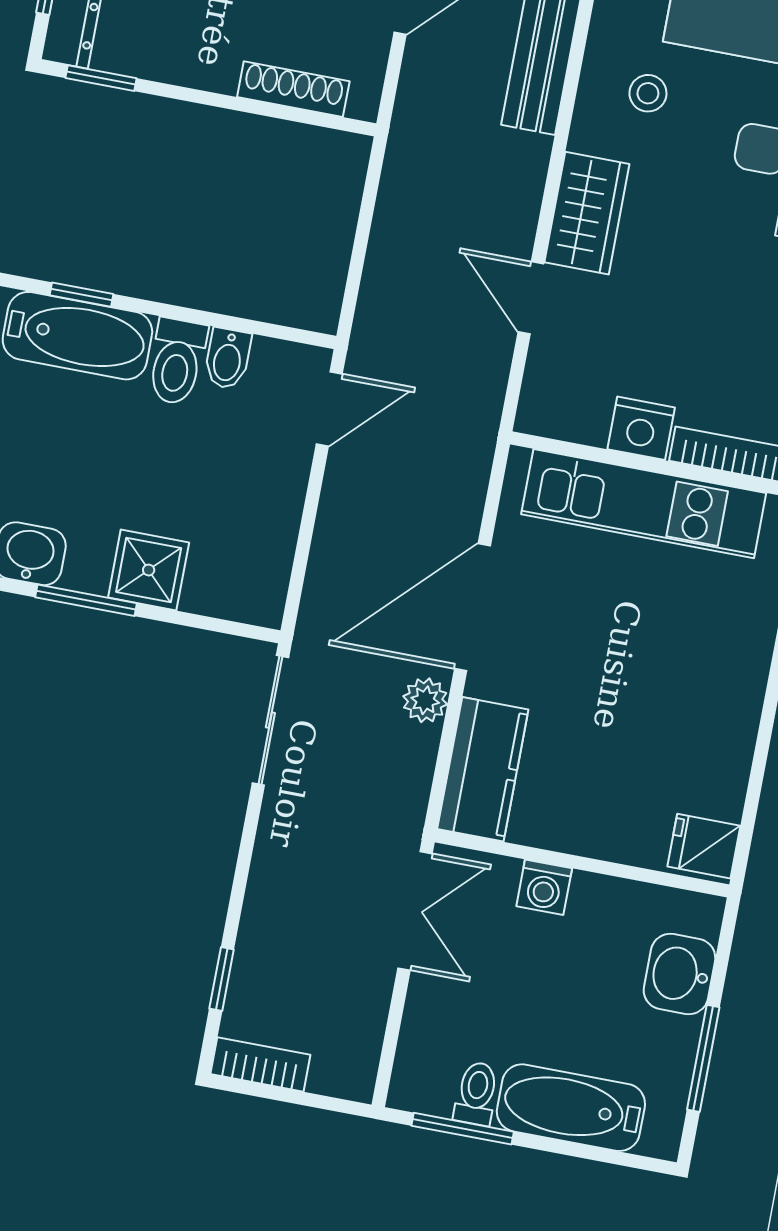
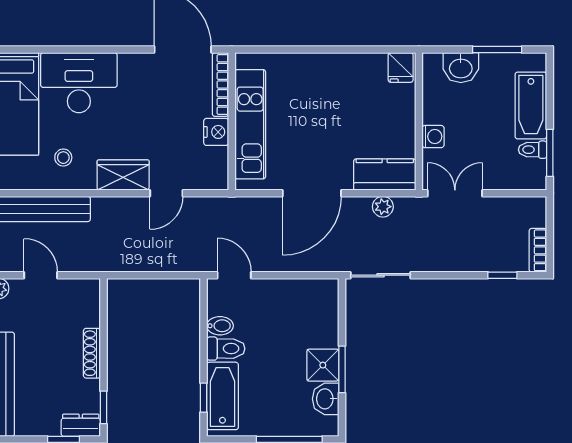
shoe rack: (293, 89) -> (92, 353), moved
shower: (149, 570) -> (323, 365), moved
door: (472, 607) -> (312, 193), hinge flipped
plant: (425, 700) -> (383, 207), moved

